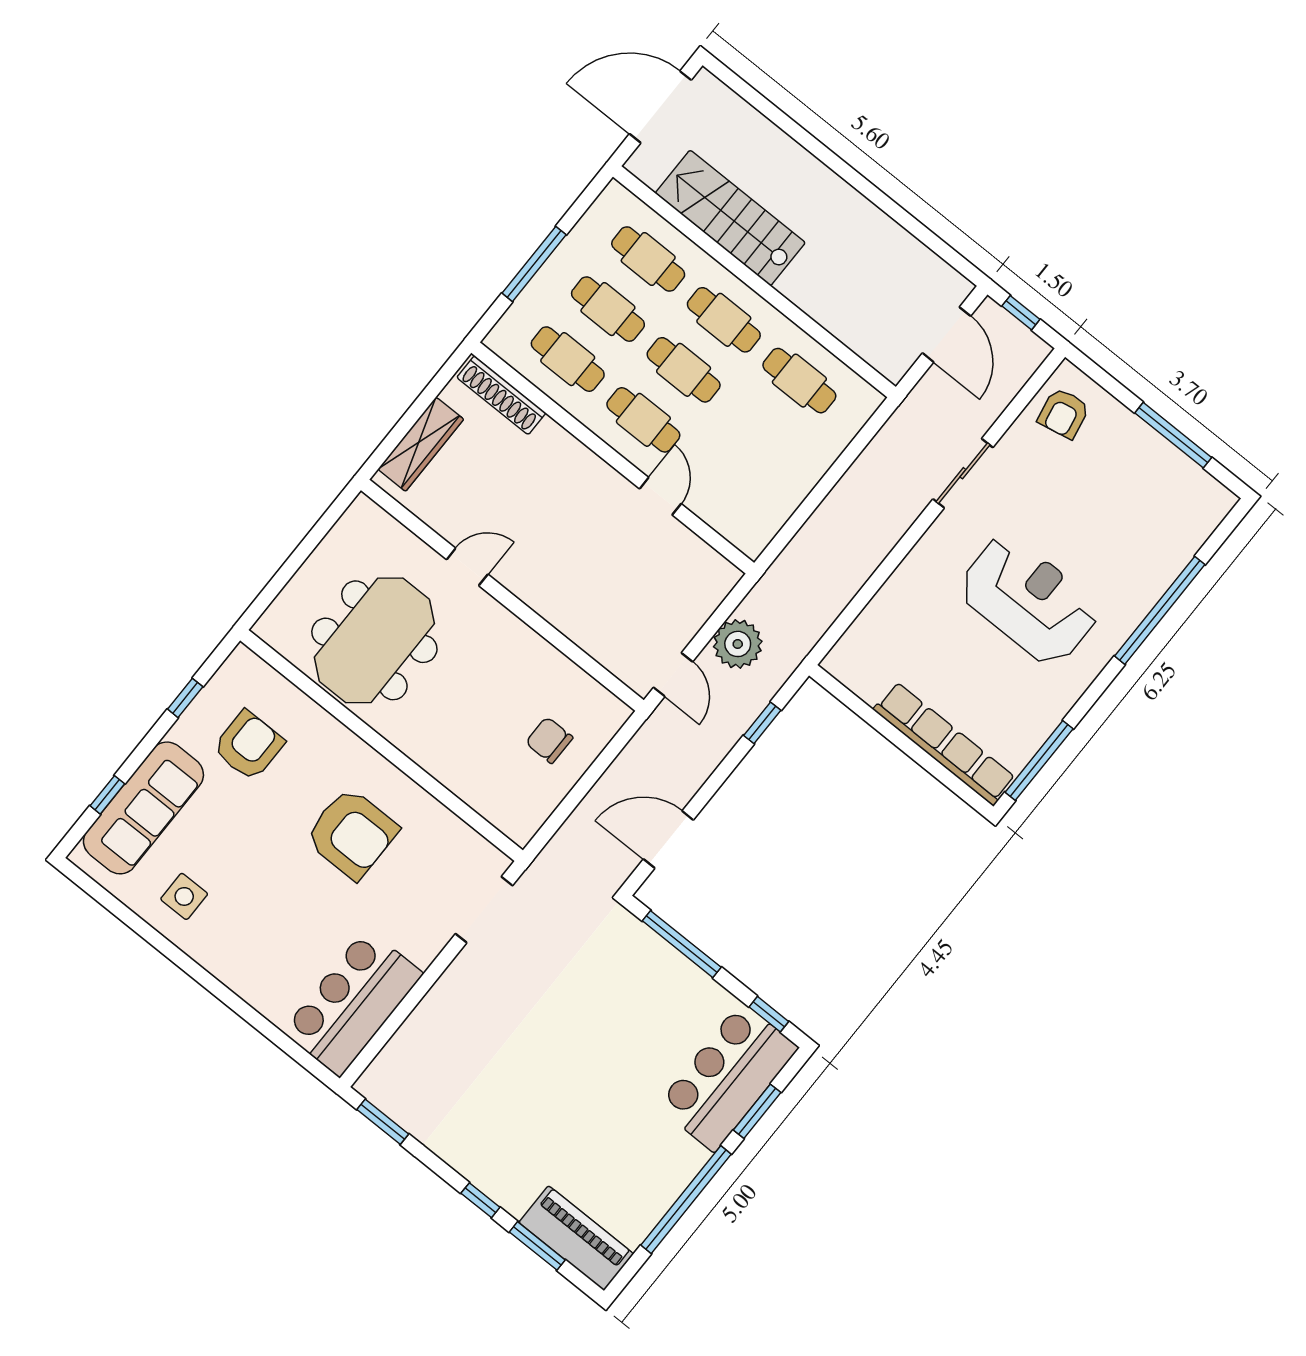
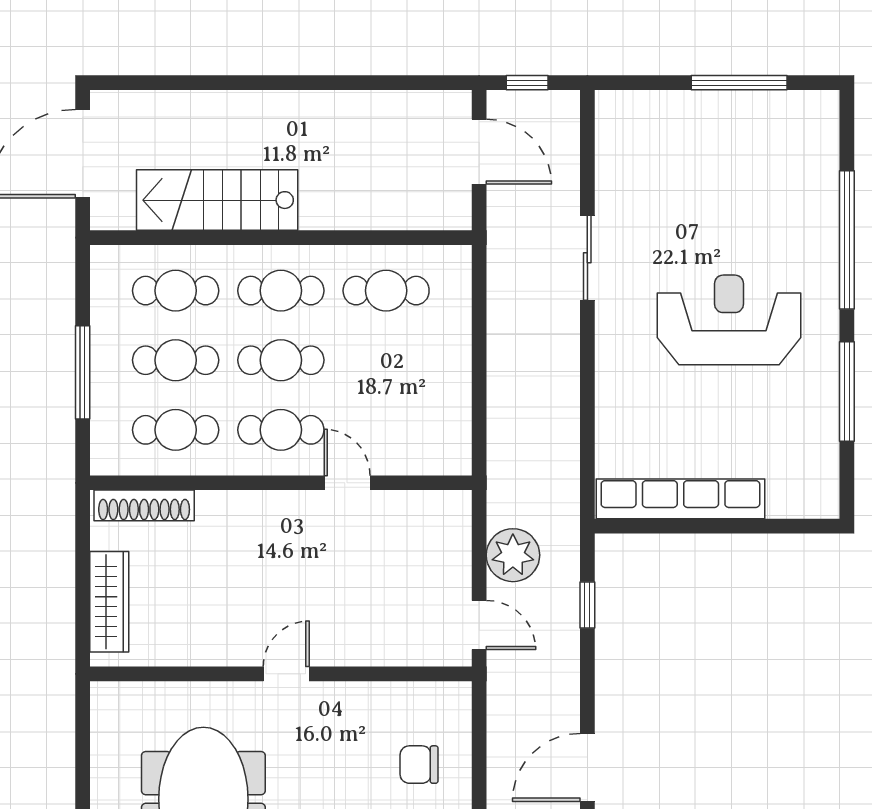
armchair: (1064, 413) -> (632, 139), removed
door: (467, 567) -> (286, 674), moved
row of seats: (944, 744) -> (680, 499), moved
window: (1039, 761) -> (847, 392), moved

